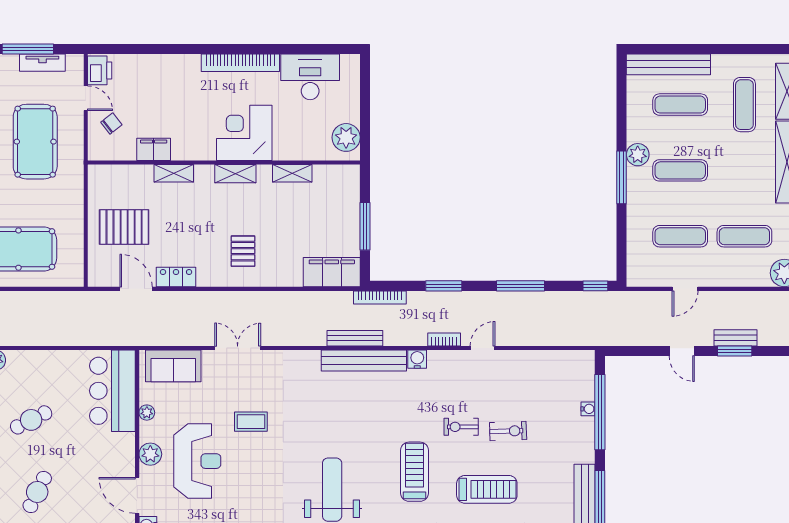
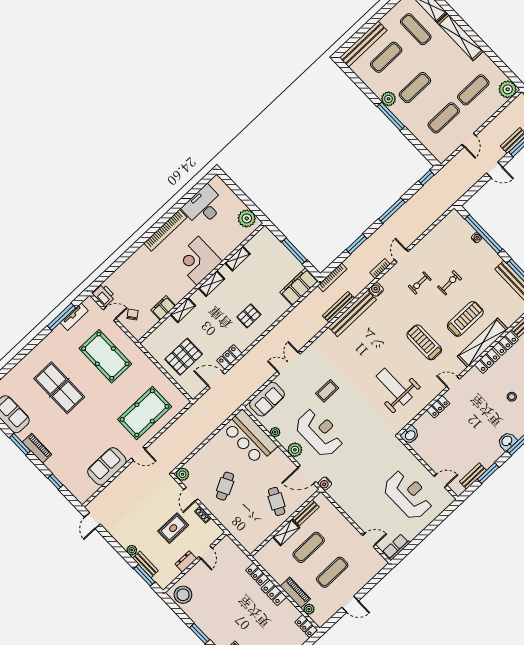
pallet: (243, 251) -> (249, 316), turned 90
exercise bike: (461, 427) -> (420, 283), moved
cafe table: (37, 492) -> (277, 501), moved

